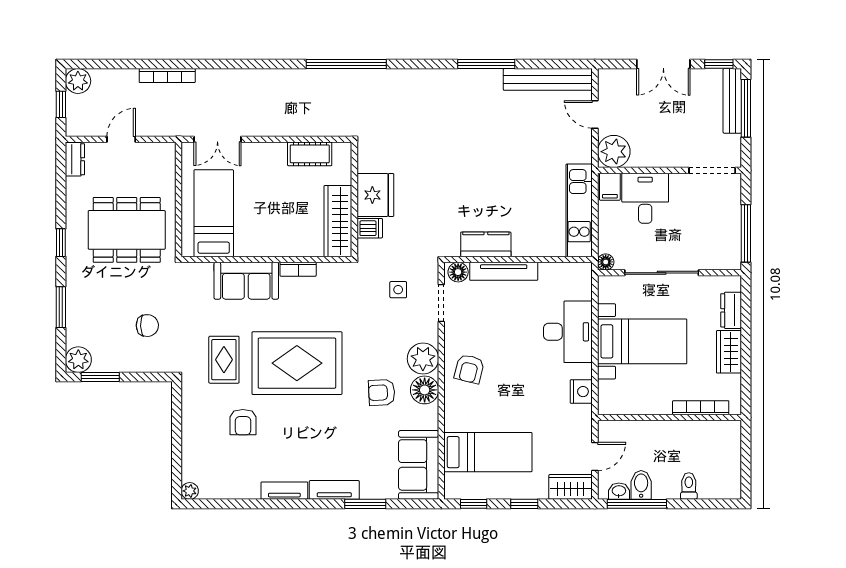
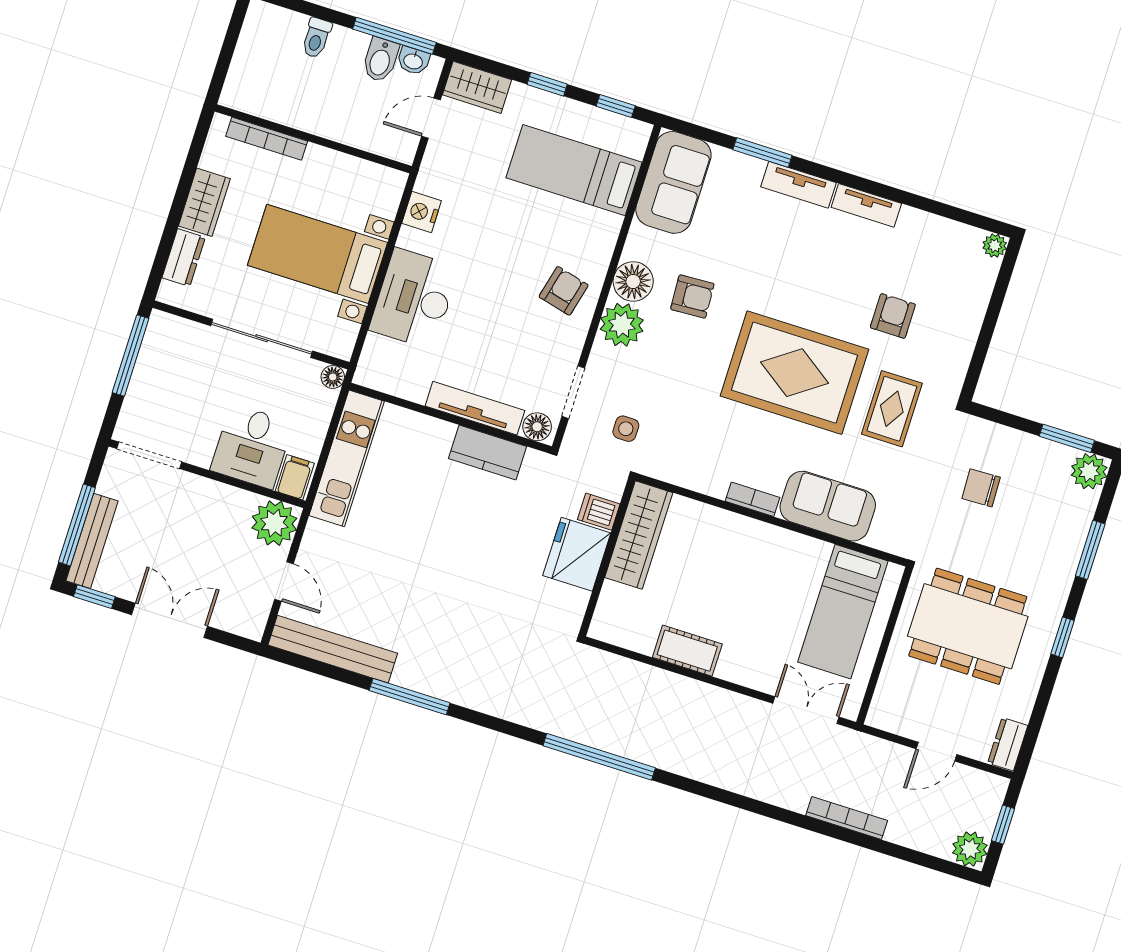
fridge: (375, 195) -> (577, 554), moved
wall: (354, 199) -> (607, 557), moved
wardrobe: (338, 221) -> (639, 535), moved
dishwasher: (370, 228) -> (599, 512), moved

